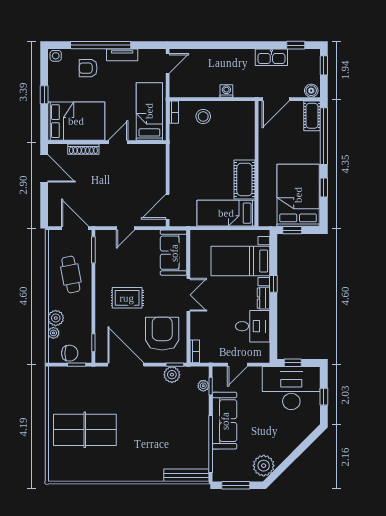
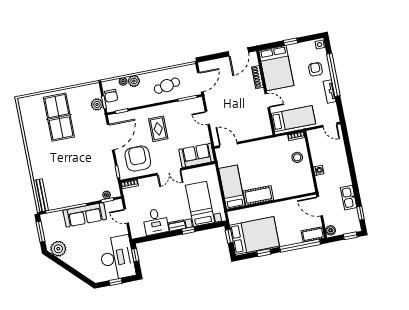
armchair: (162, 334) -> (138, 159), turned -90
plant: (172, 375) -> (97, 104), moved

